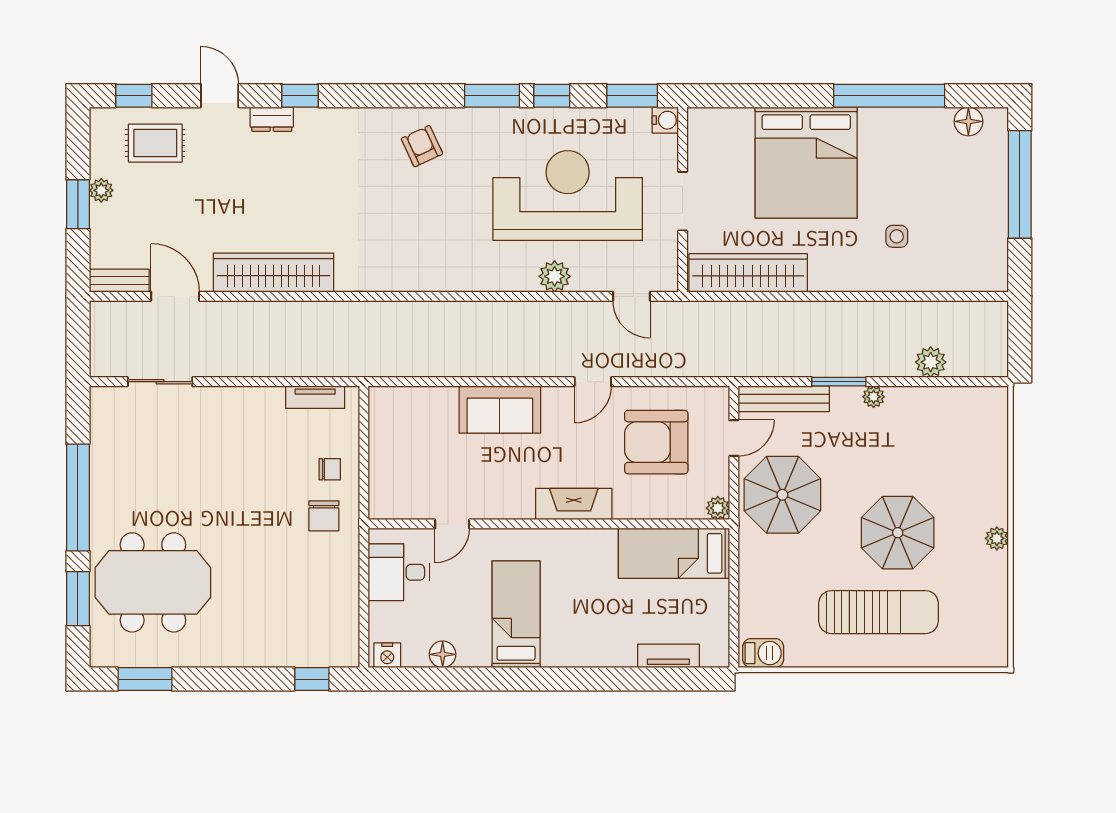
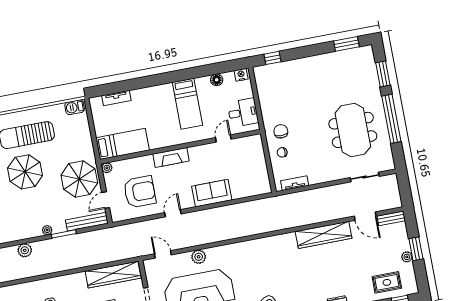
meeting table: (153, 582) -> (353, 130), moved, turned 90

